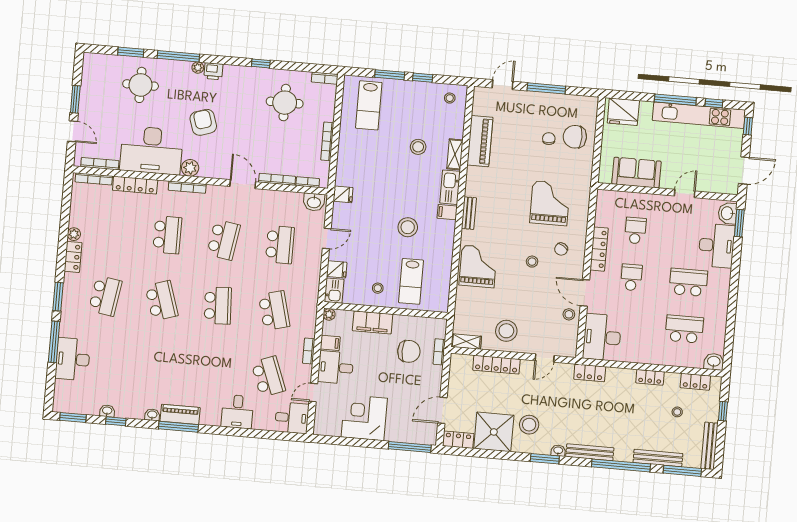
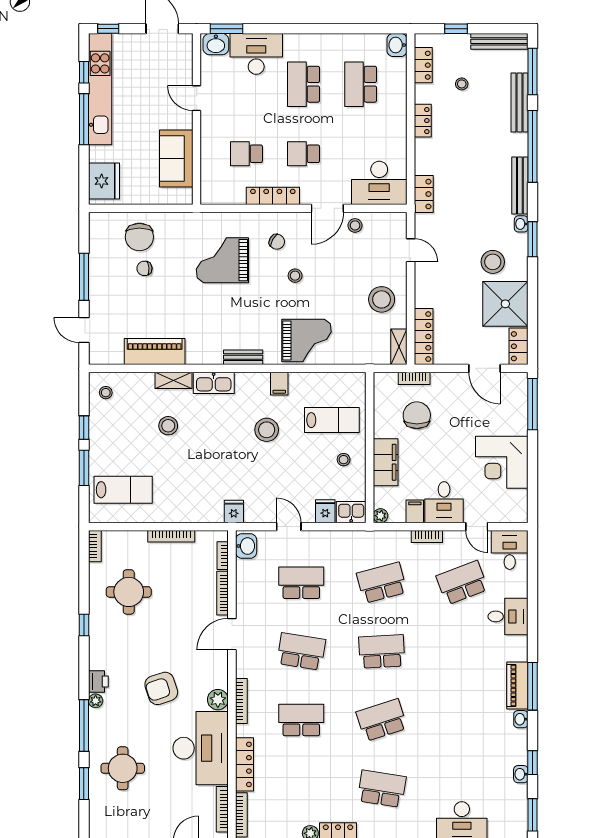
filing cabinet: (447, 212) -> (279, 384), moved
grand piano: (478, 266) -> (307, 341), turned 180
locker: (496, 365) -> (424, 337), moved

